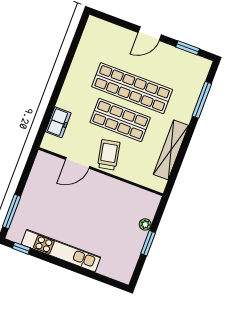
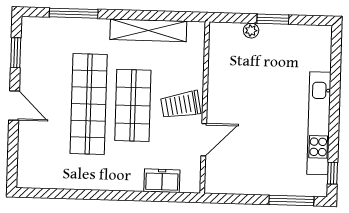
door: (78, 163) -> (204, 140), hinge flipped

